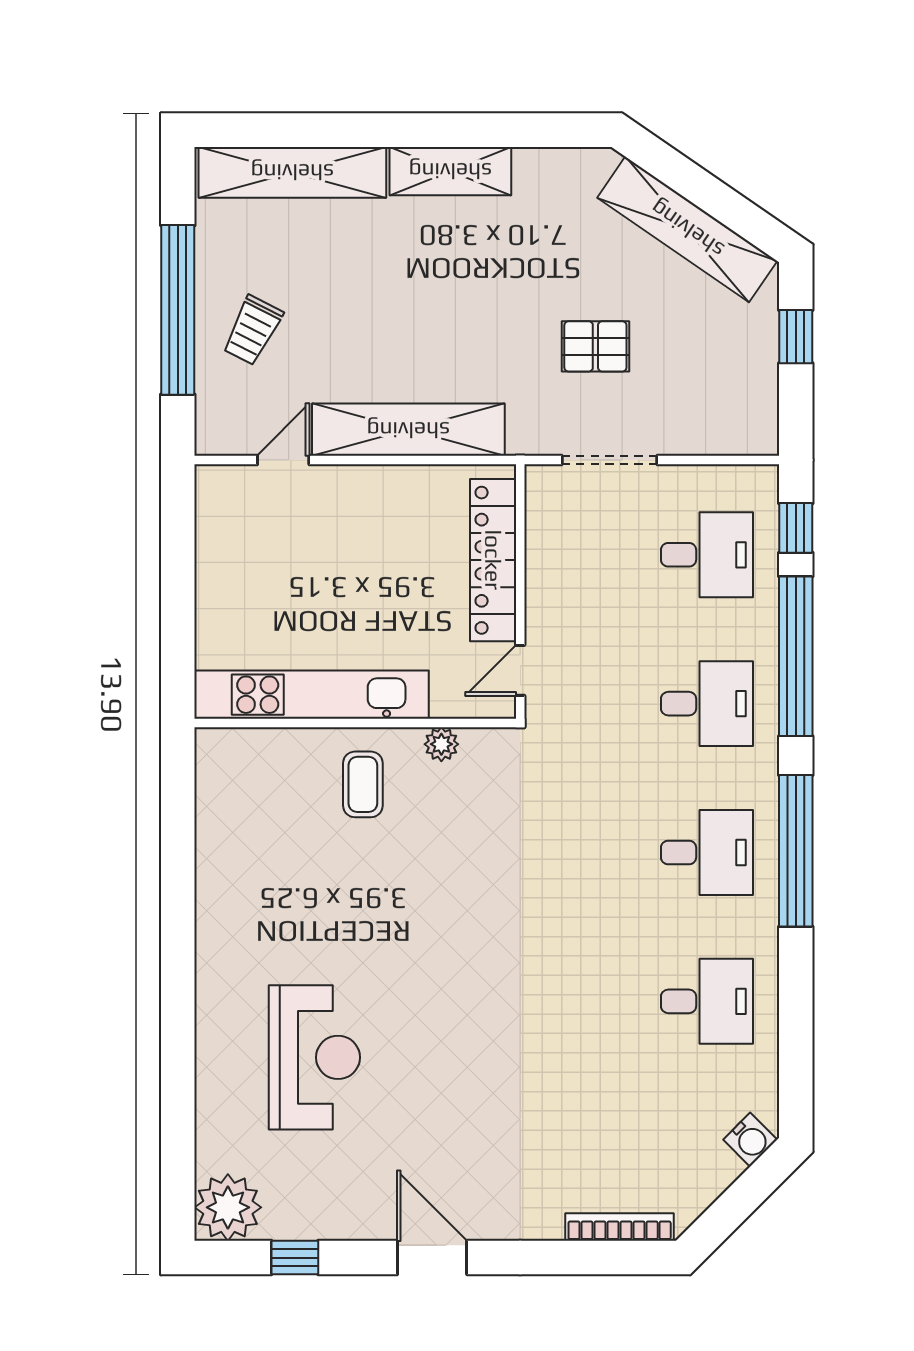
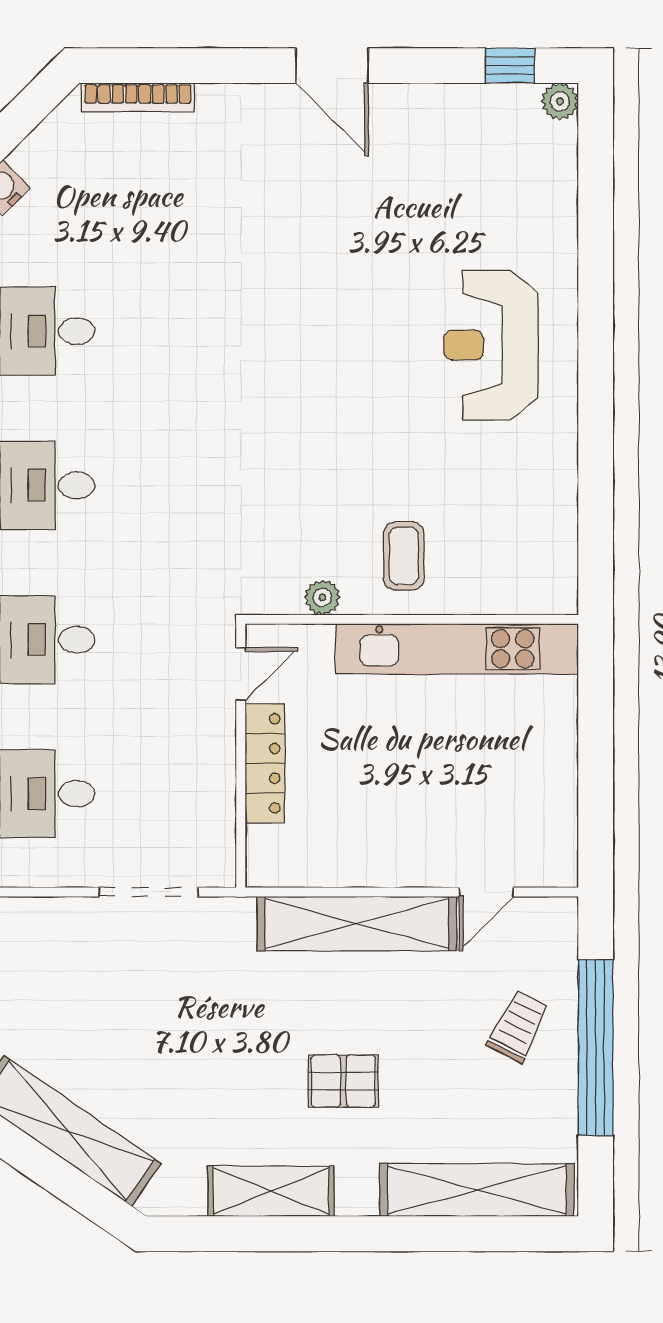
shelving: (450, 171) -> (271, 1191), moved
pallet: (595, 346) -> (343, 1081), moved
locker: (493, 560) -> (265, 763), width x0.71, depth x0.83
reception desk: (314, 1057) -> (491, 345), moved
plant: (228, 1207) -> (560, 101), width x0.53, depth x0.53
window: (295, 1258) -> (510, 66), moved

